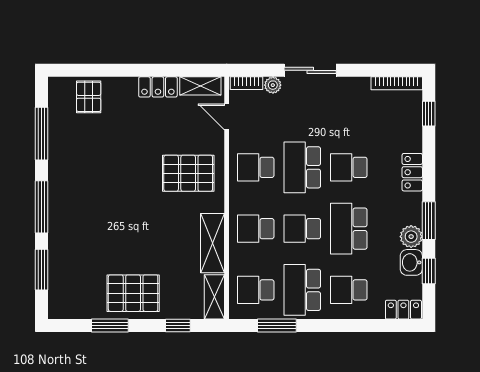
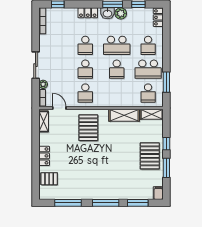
locker: (158, 87) -> (44, 156), moved
door: (227, 117) -> (59, 108), swing flipped
school desk: (302, 167) -> (85, 69), width x0.54
school desk: (256, 229) -> (117, 93), removed
washbasin: (411, 262) -> (107, 13), moved
filing cabinet: (61, 310) -> (158, 193), added
window: (178, 326) -> (166, 144), moved

